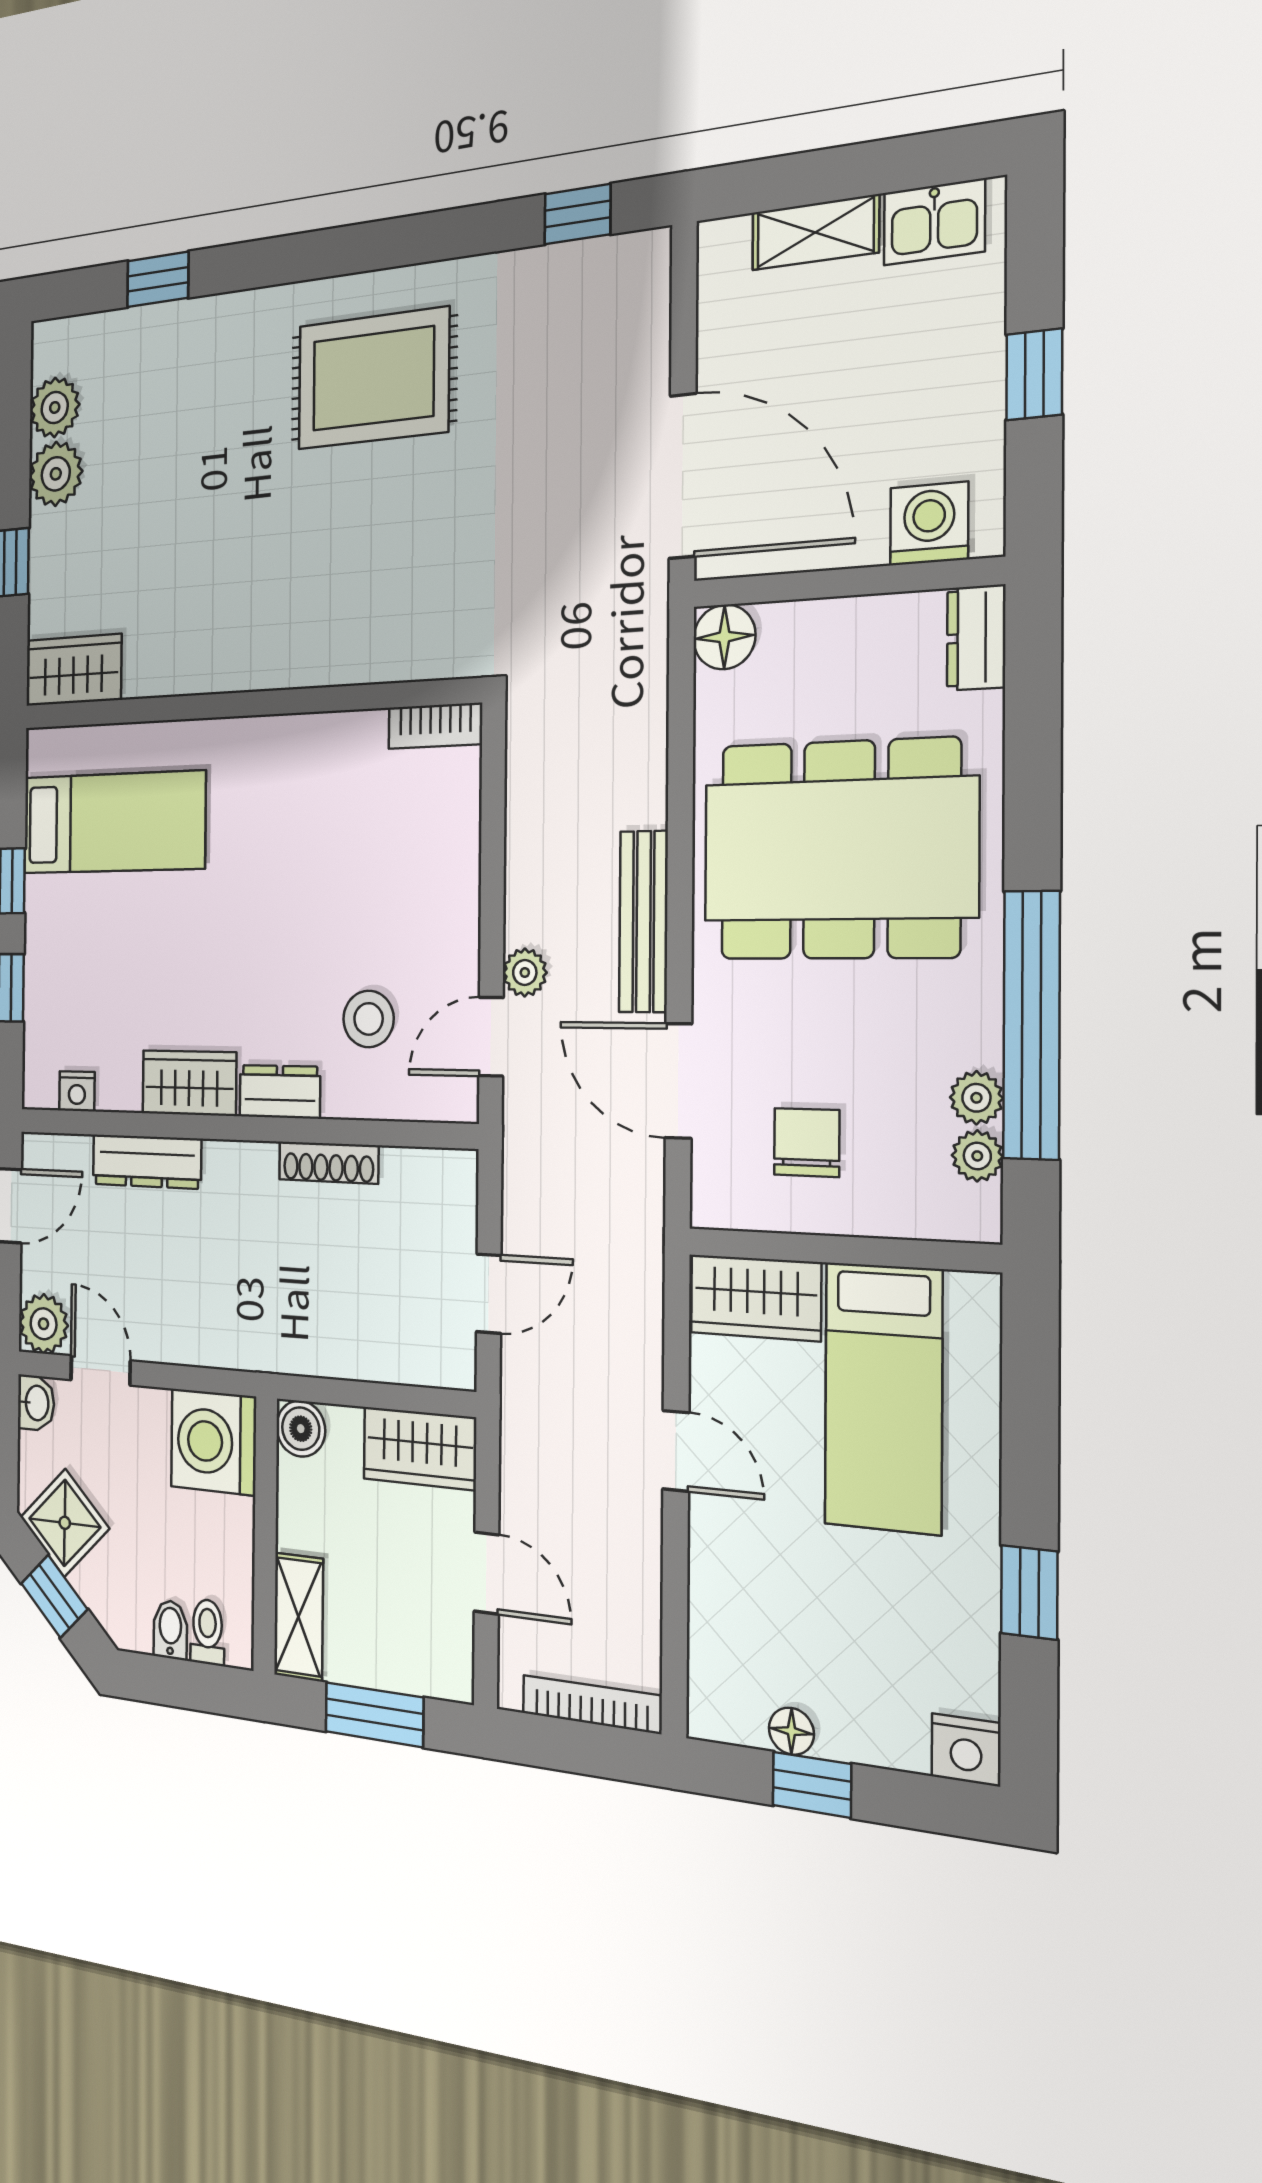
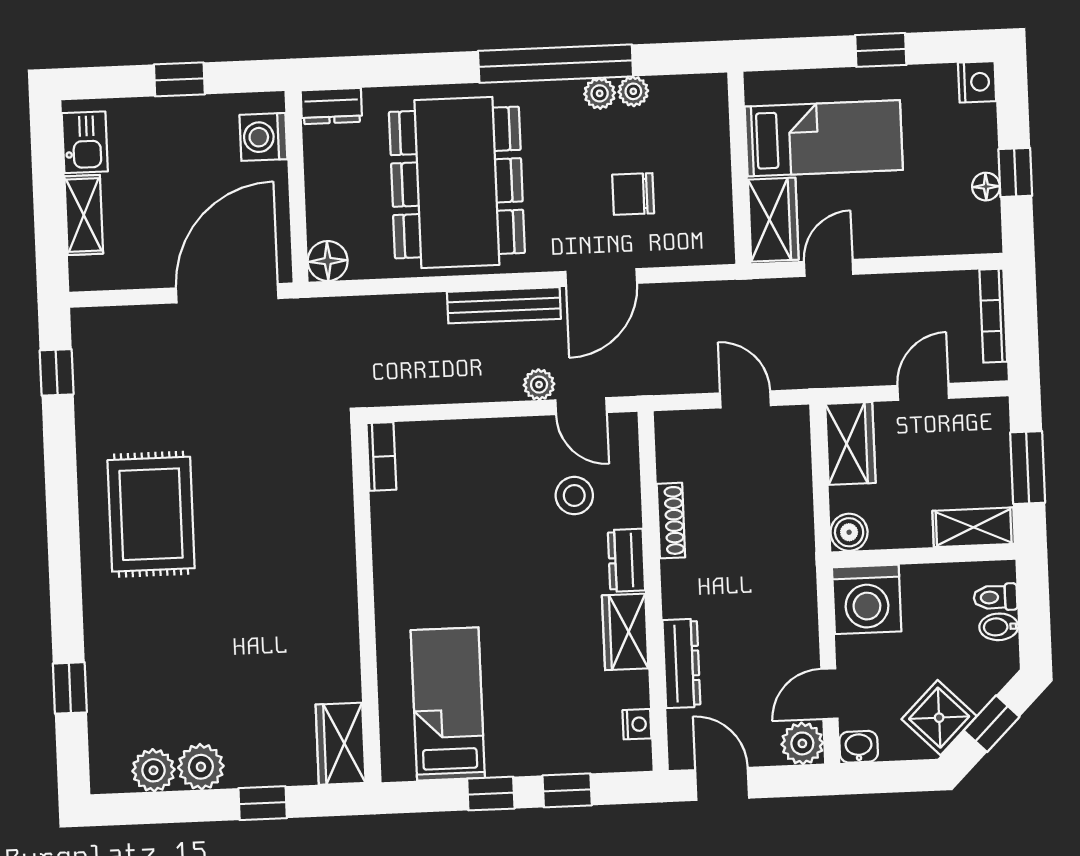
wall: (841, 1250) -> (739, 168), moved
wardrobe: (756, 1298) -> (773, 220), moved
bed: (883, 1398) -> (824, 138), moved

